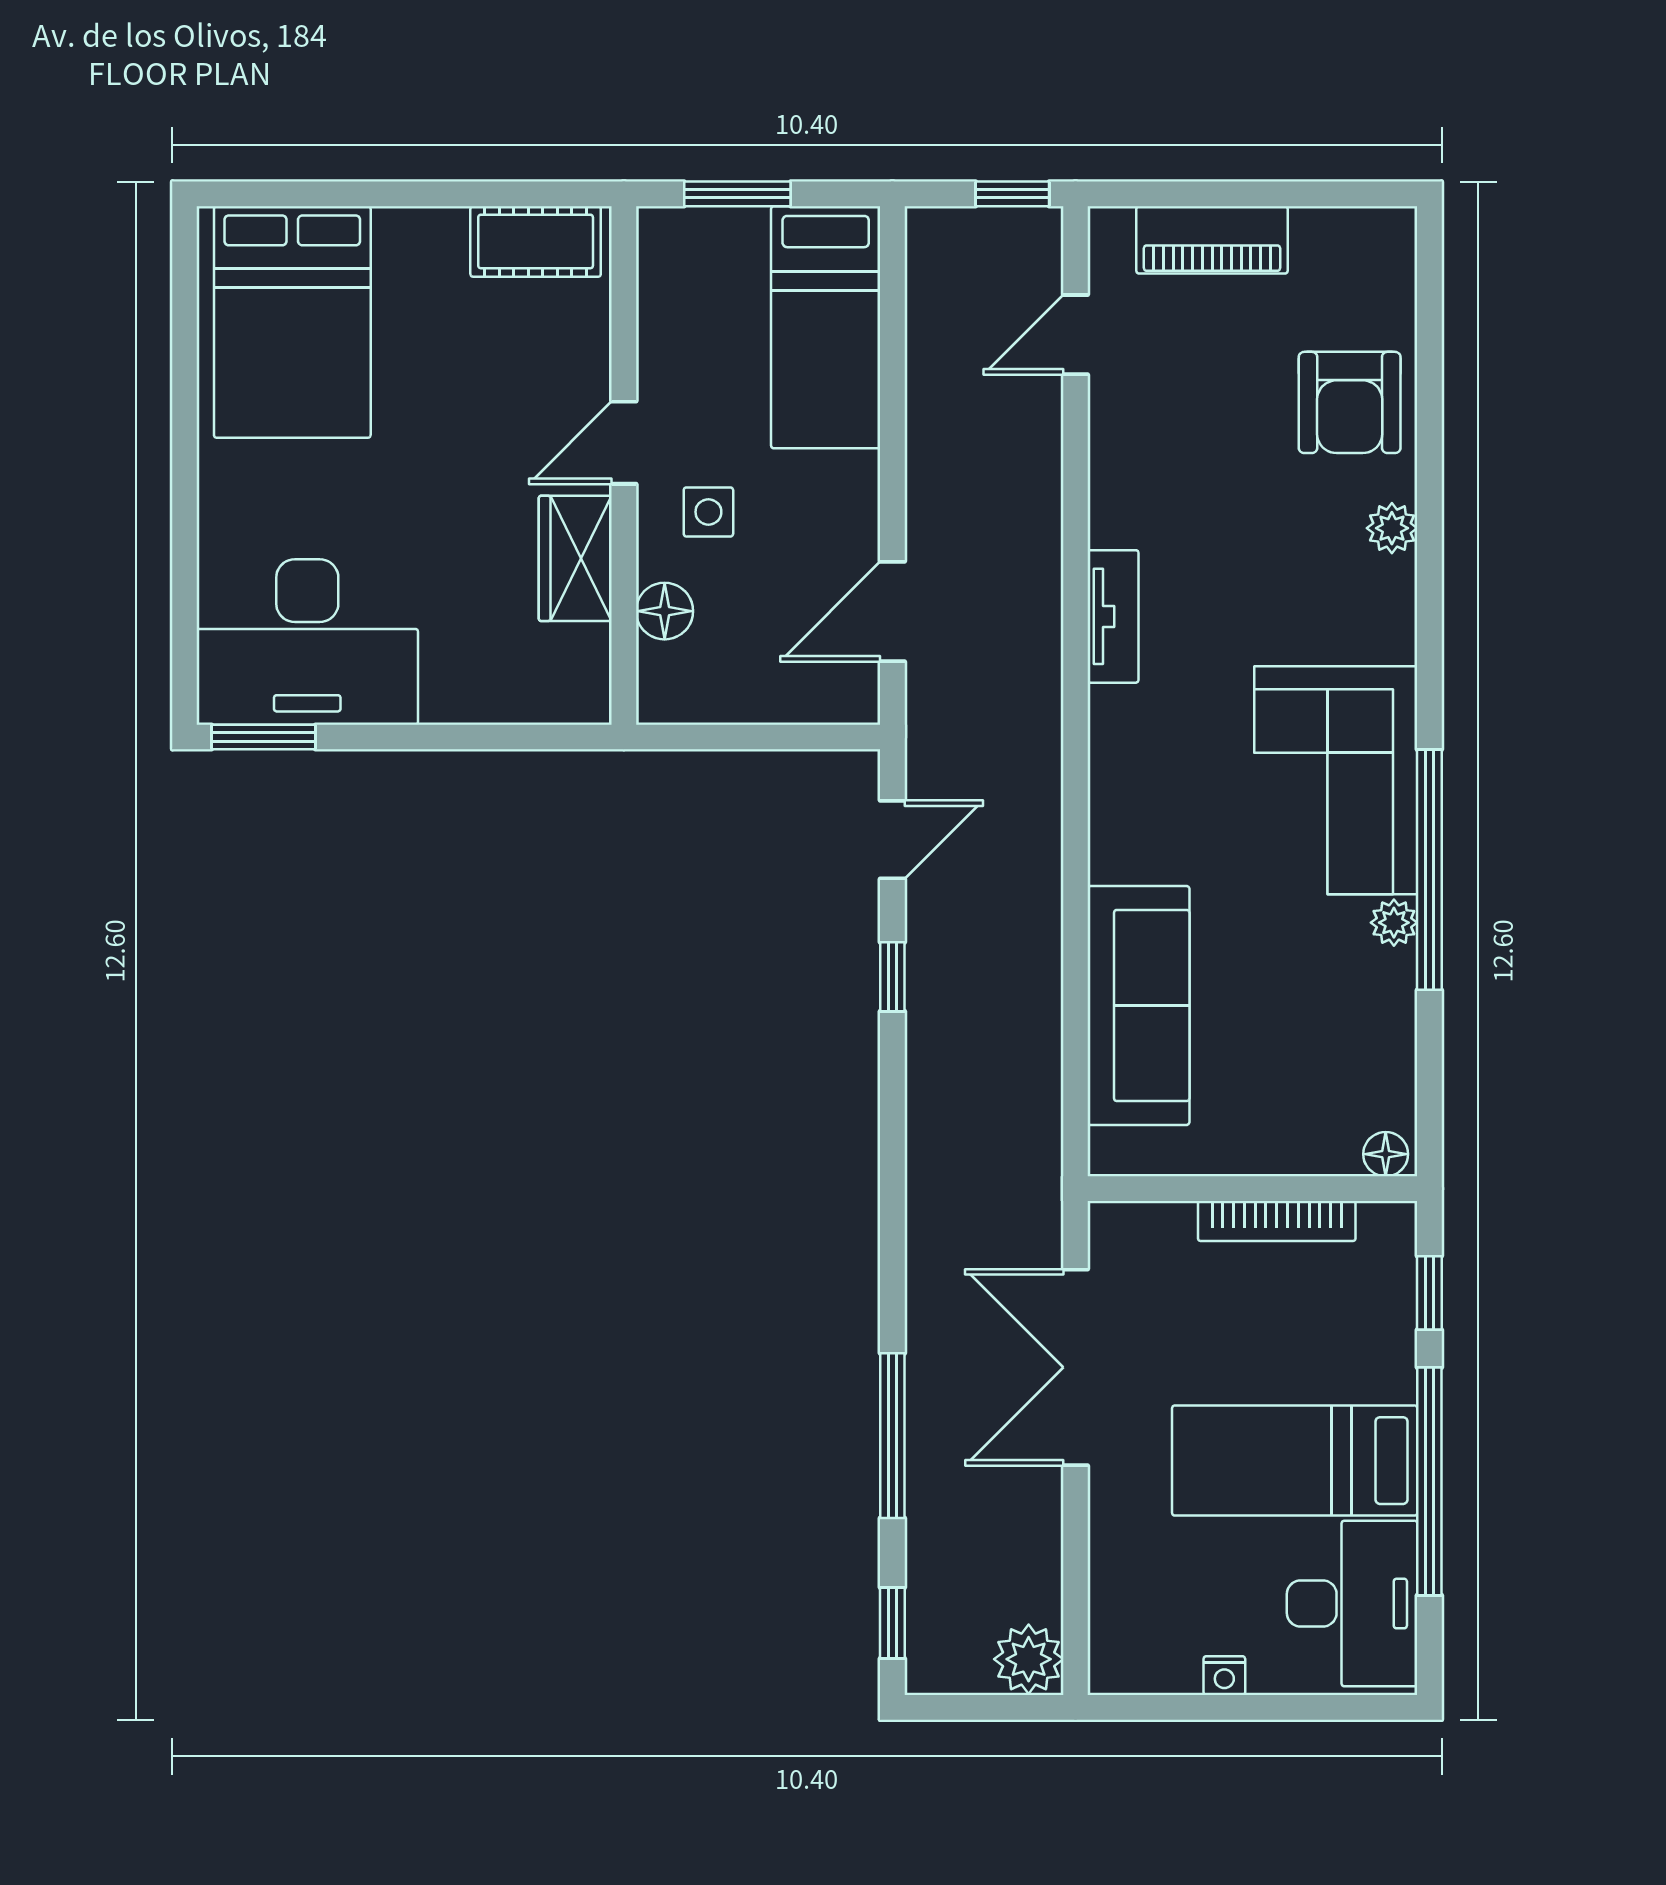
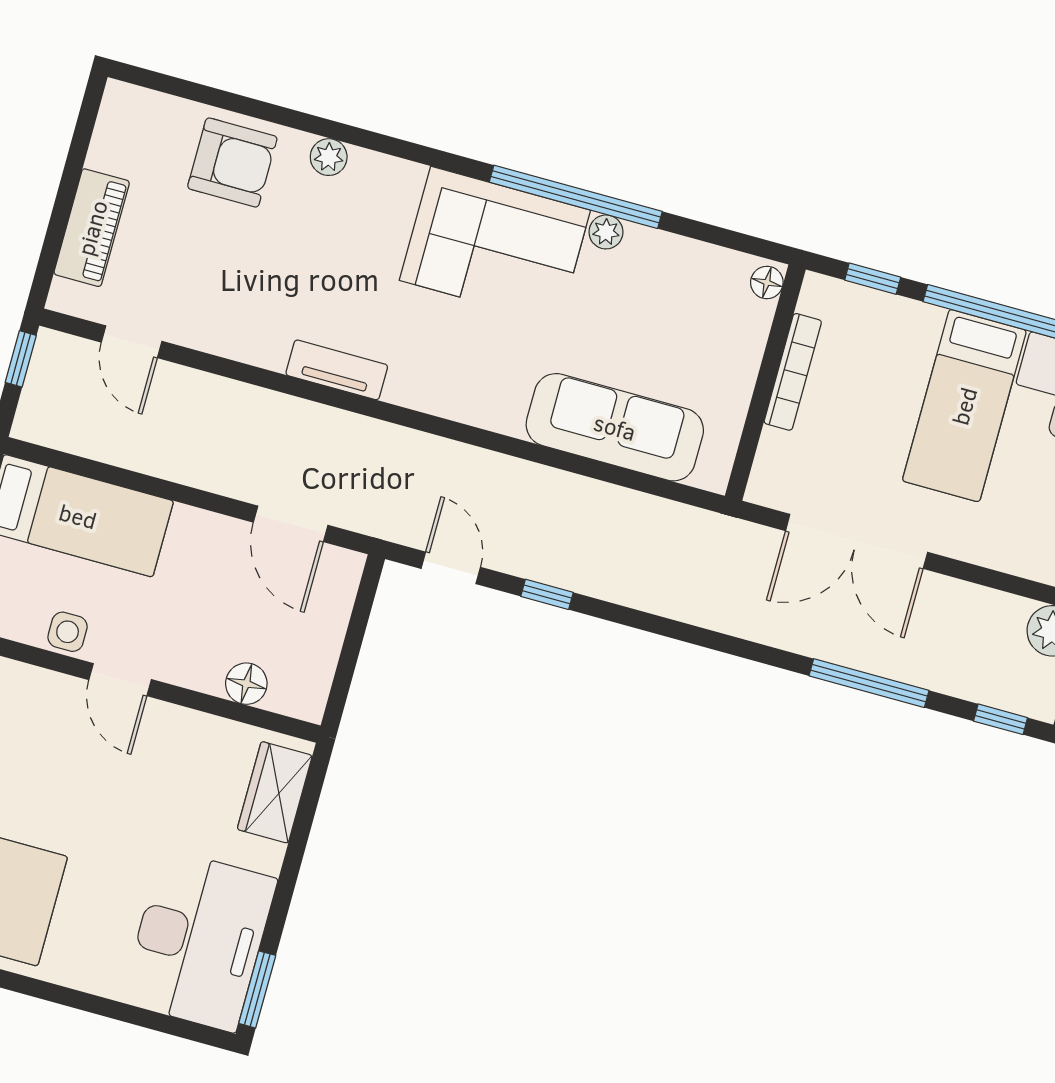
side table: (708, 512) -> (68, 632), moved
wardrobe: (575, 558) -> (275, 792), moved, turned 90

